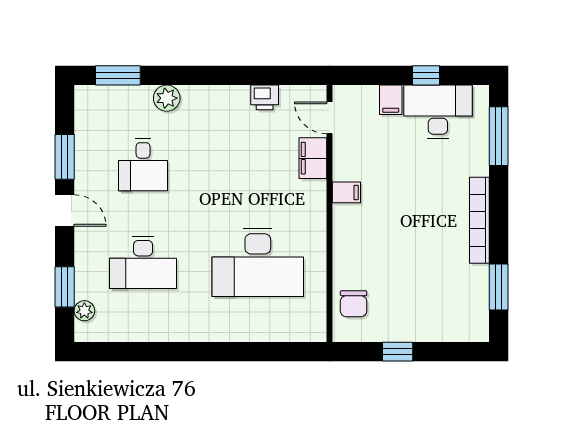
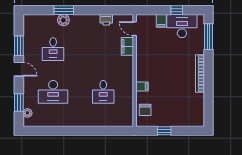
window: (118, 75) -> (64, 10), moved
filing cabinet: (346, 192) -> (142, 86), moved
desk: (258, 262) -> (103, 92), width x0.53, depth x0.77
window: (499, 287) -> (208, 103), removed

